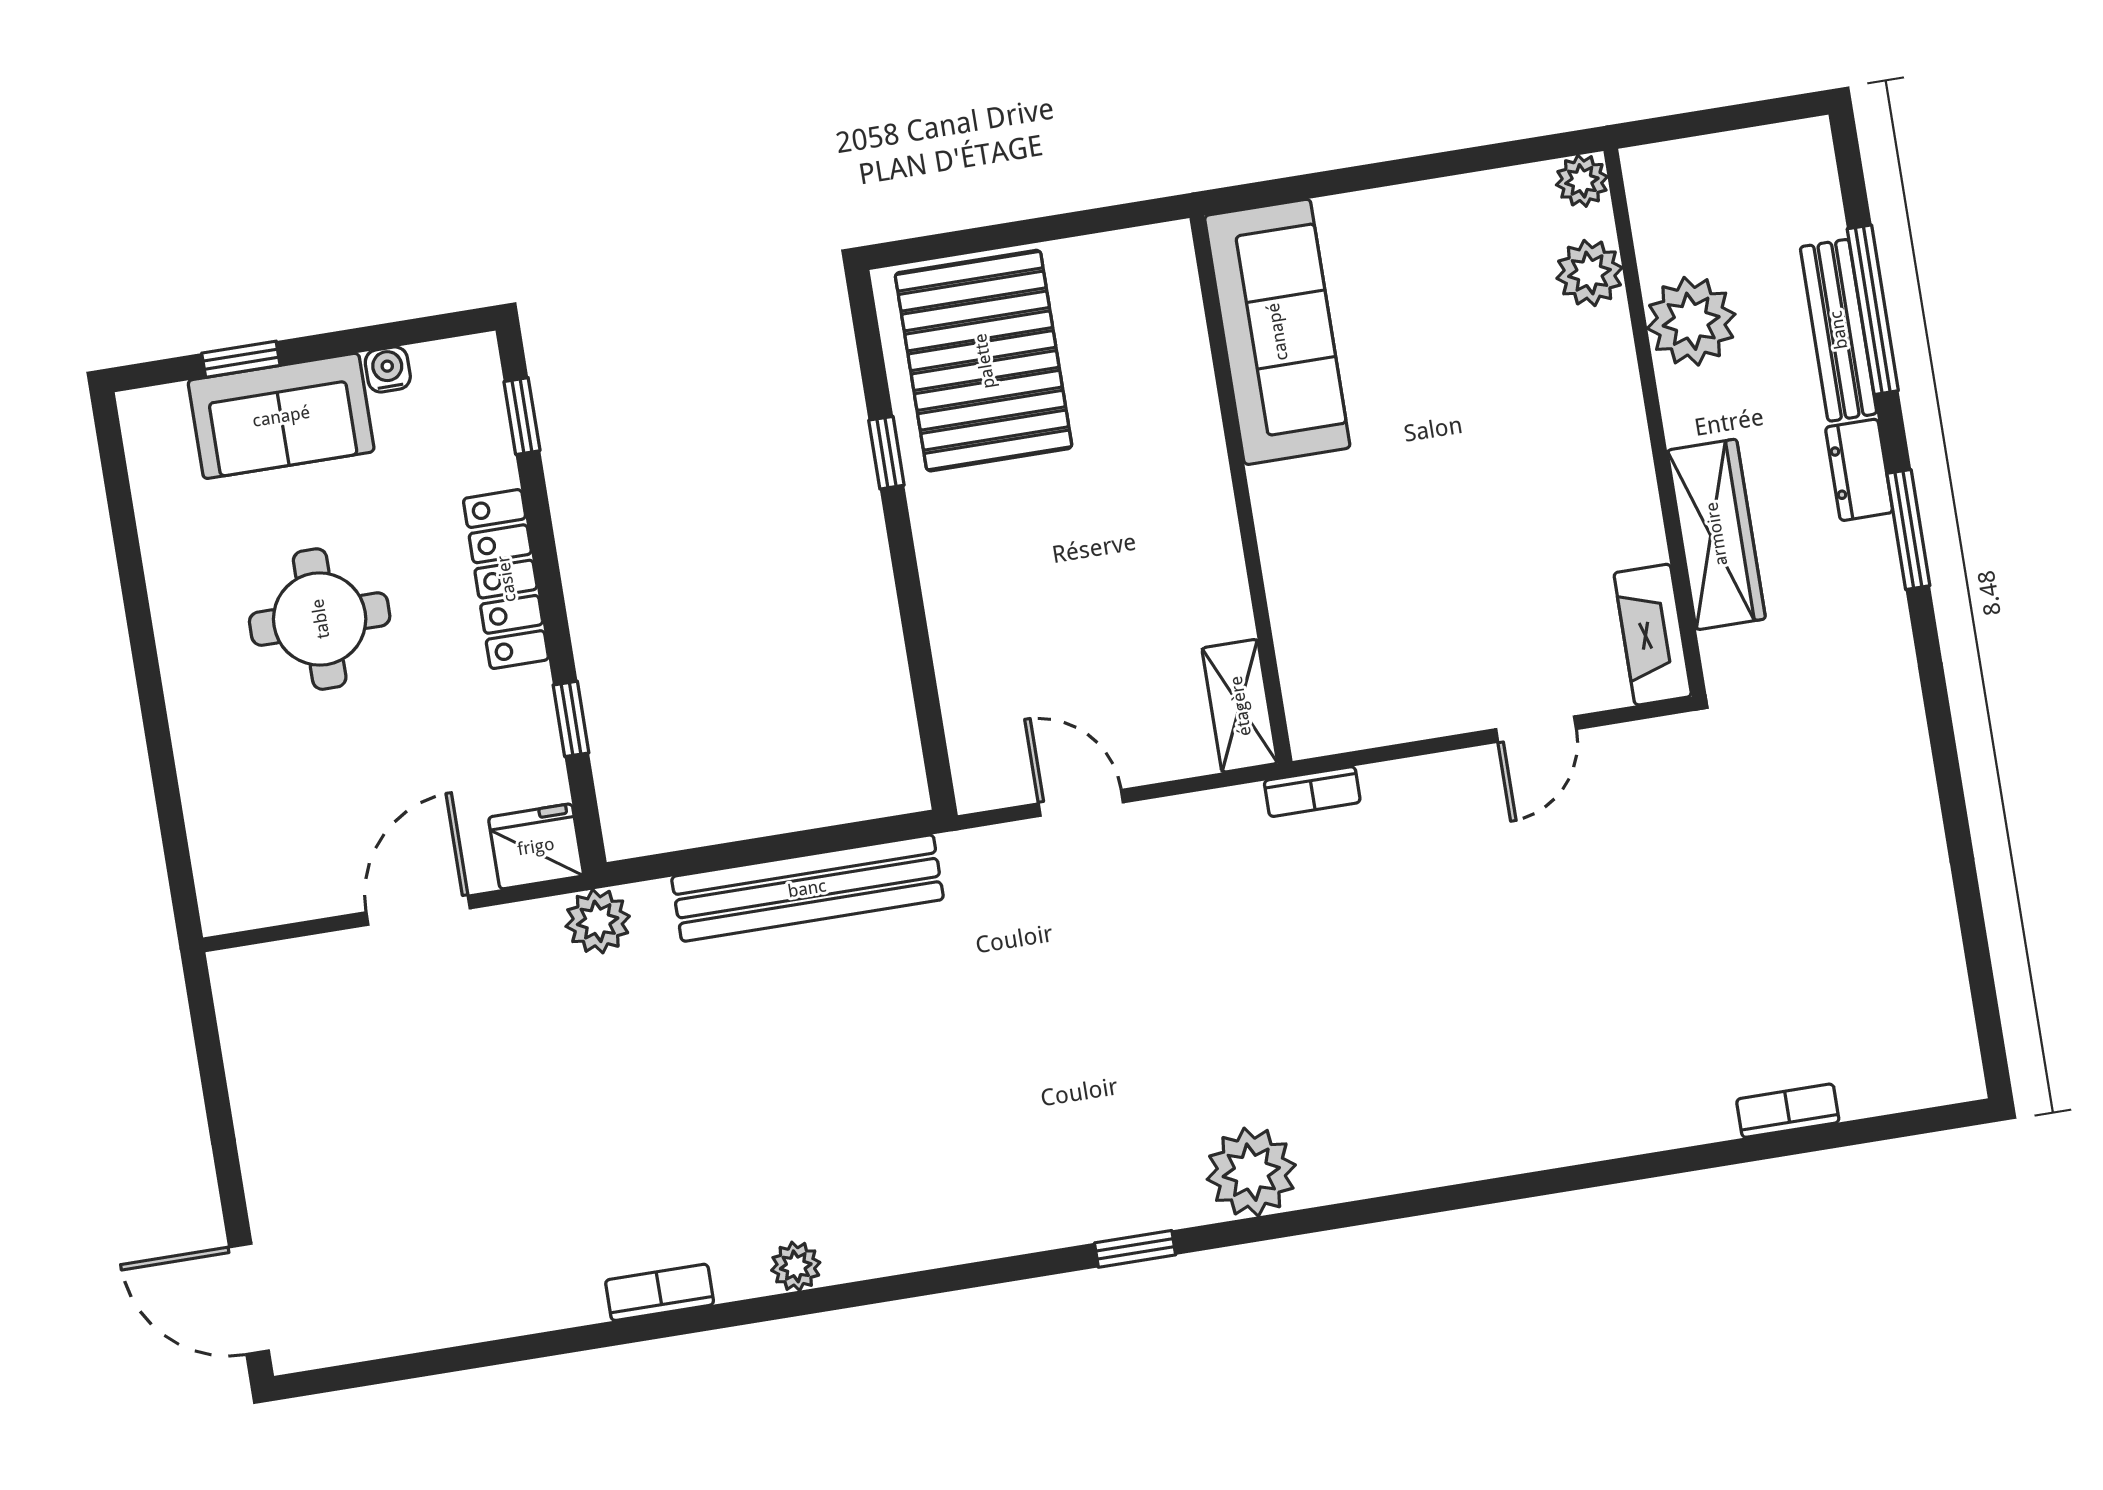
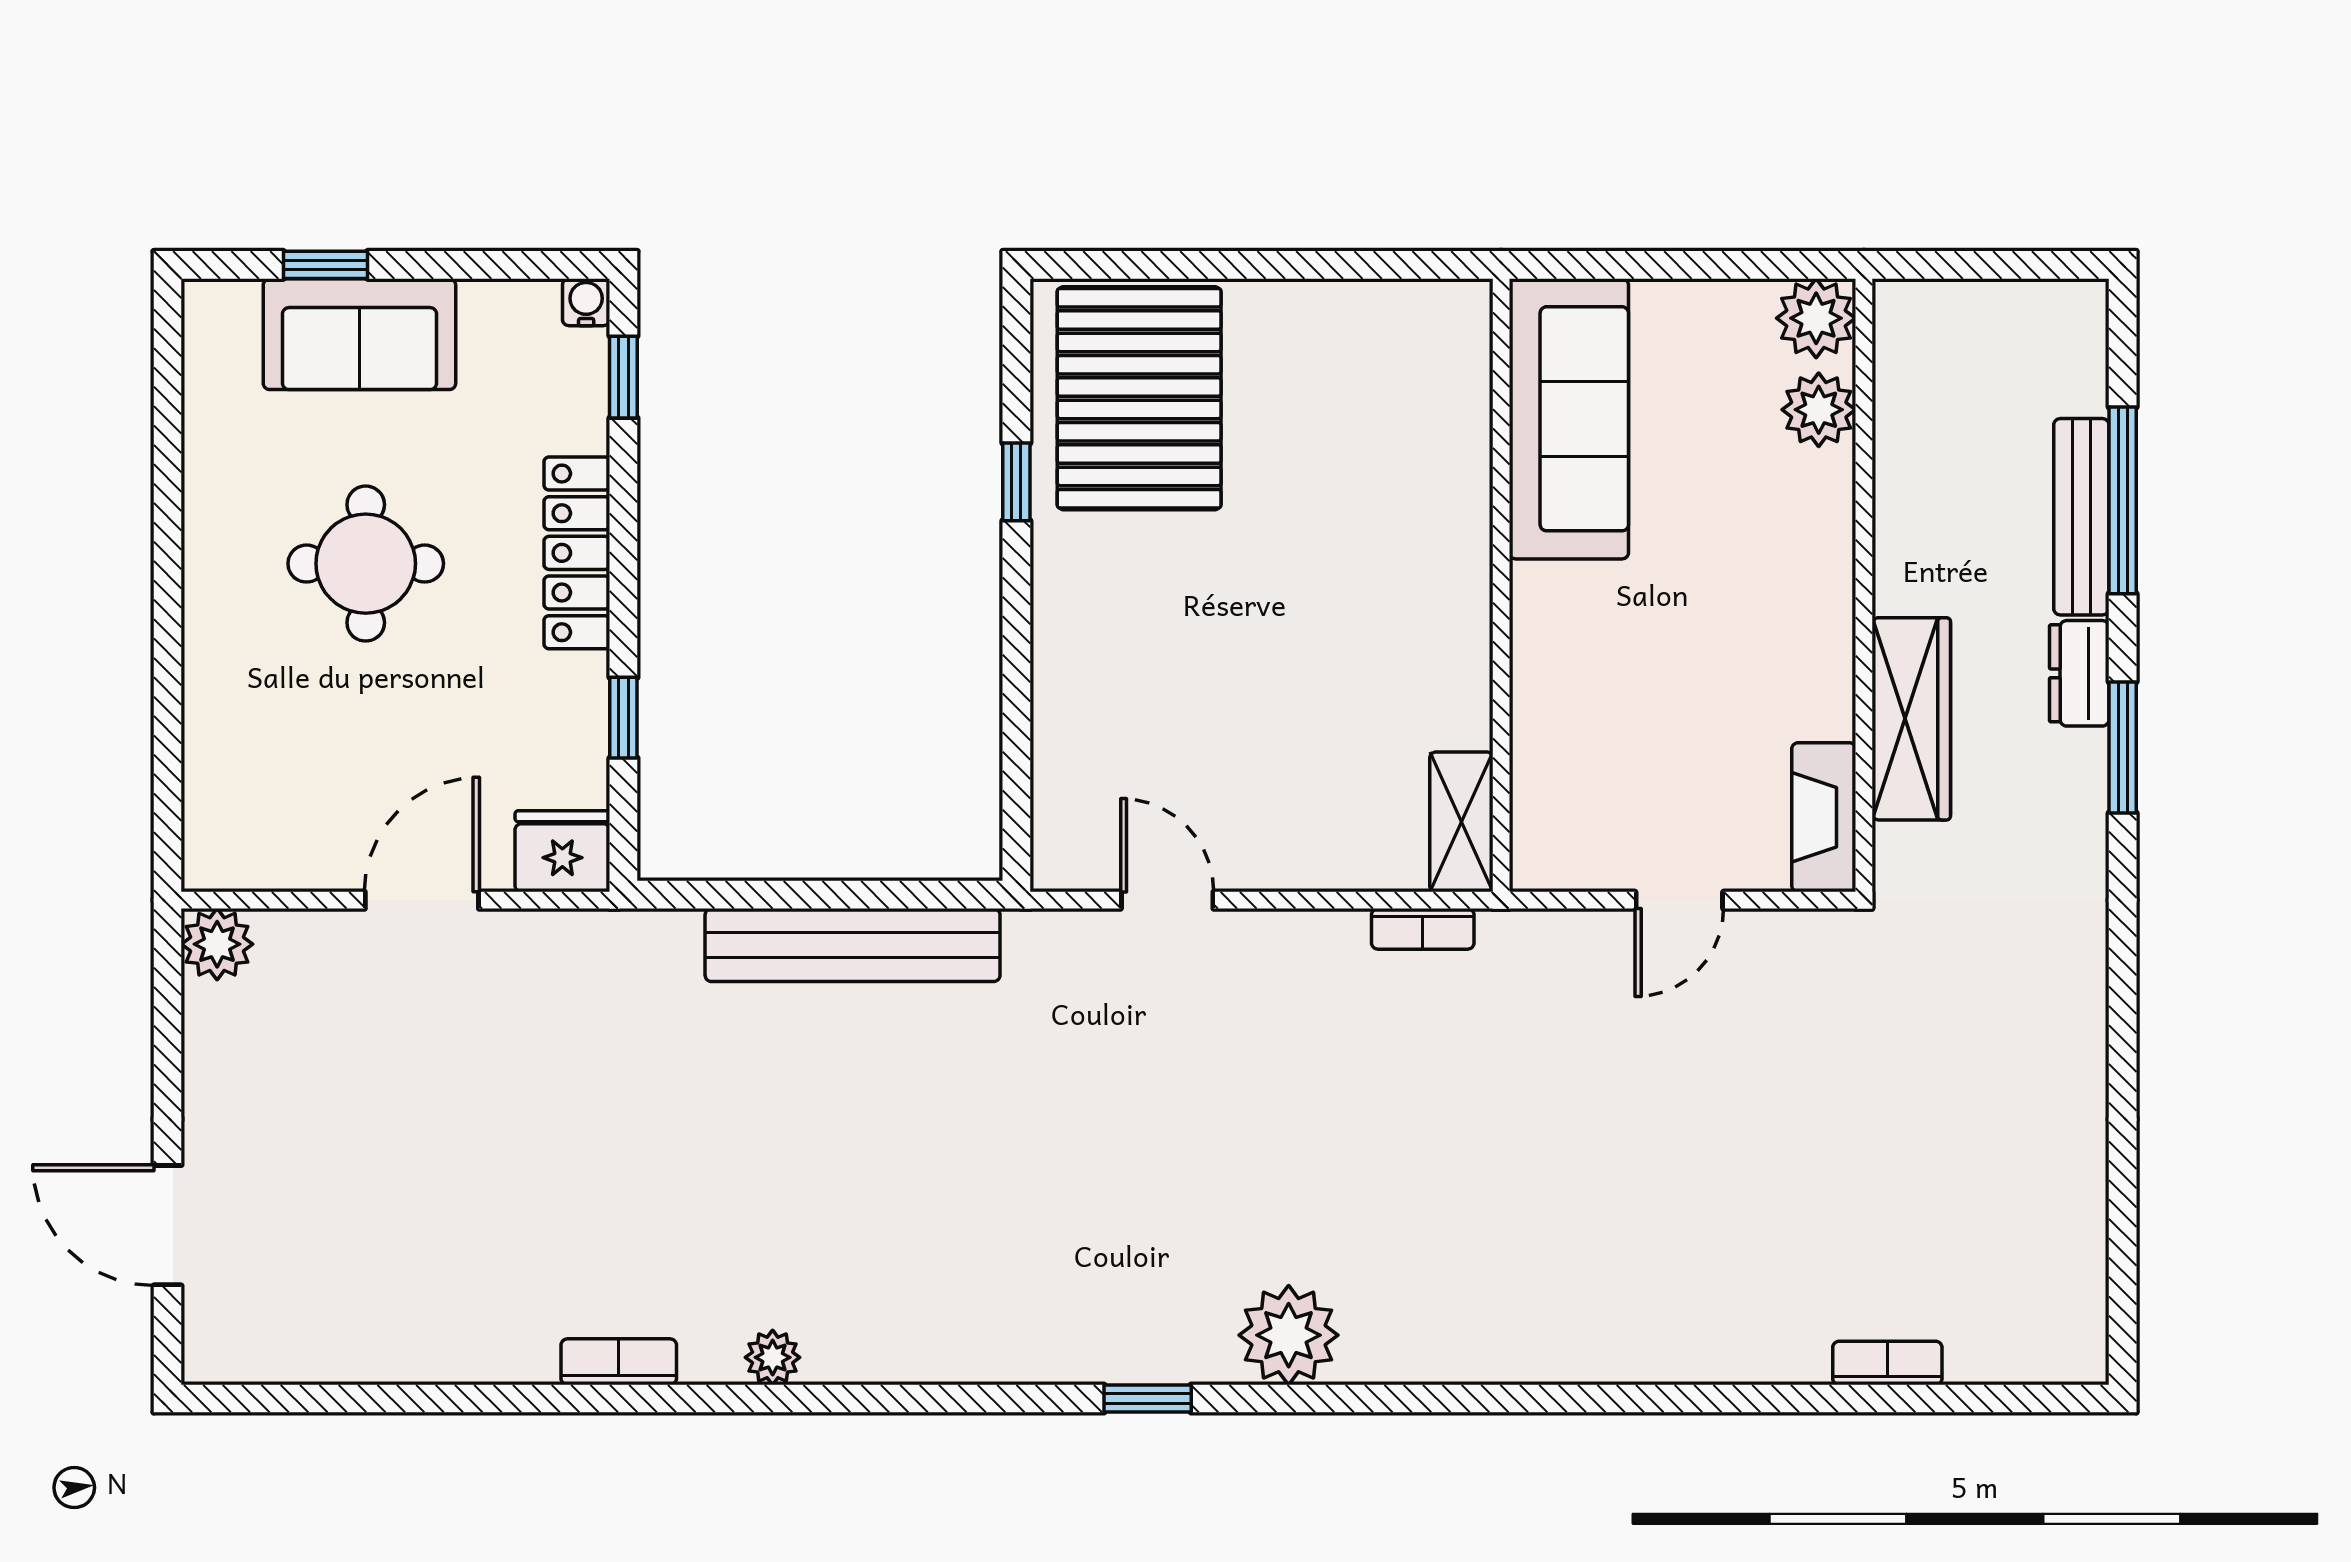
plant: (1582, 181) -> (1816, 318), width x1.38, depth x1.38
plant: (1691, 321) -> (1922, 481), removed
sofa: (1277, 332) -> (1569, 419), moved
water cooler: (388, 369) -> (586, 302), moved
wall: (1241, 490) -> (1501, 585), moved
shelving: (1240, 706) -> (1461, 822), moved
plant: (598, 921) -> (217, 944), moved
door: (249, 1299) -> (168, 1225), moved

